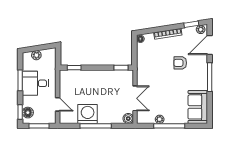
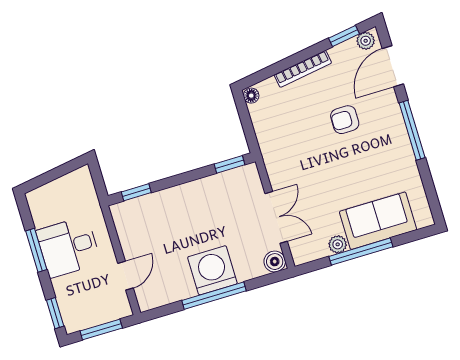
plant: (36, 55) -> (54, 190), removed
door: (58, 104) -> (126, 276), hinge flipped
sofa: (198, 107) -> (378, 221), moved, turned 90
floor lamp: (28, 113) -> (71, 310), removed
washing machine: (88, 114) -> (212, 270), moved

